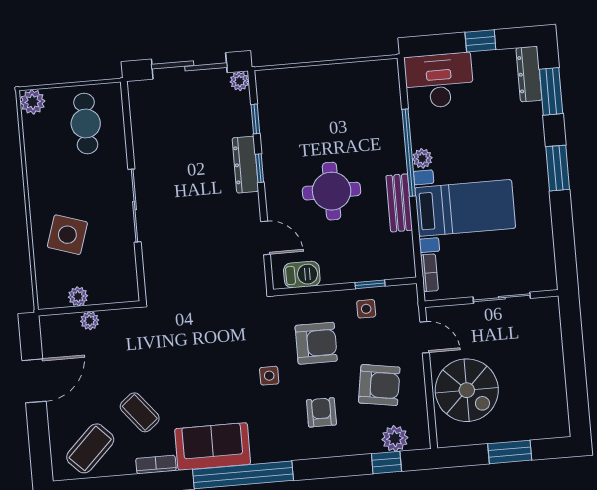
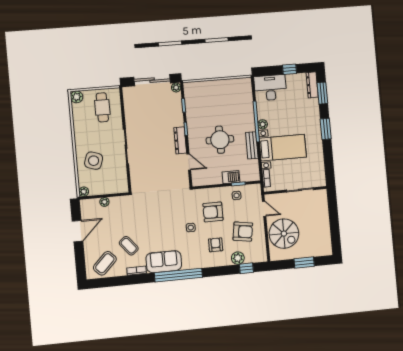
dresser: (245, 165) -> (180, 140), moved
barbecue: (302, 275) -> (231, 177), moved
plant: (78, 296) -> (84, 192), moved
armchair: (316, 343) -> (213, 212), turned 180
plant: (395, 439) -> (238, 258), moved

